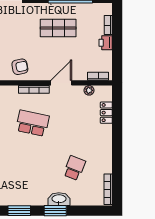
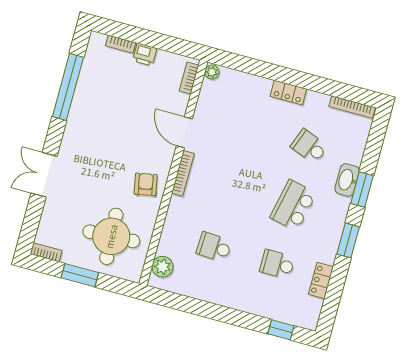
shop shelf: (58, 28) -> (106, 116), removed
plant: (89, 90) -> (212, 72), moved
locker: (106, 113) -> (288, 92), moved
school desk: (33, 123) -> (293, 205), moved

